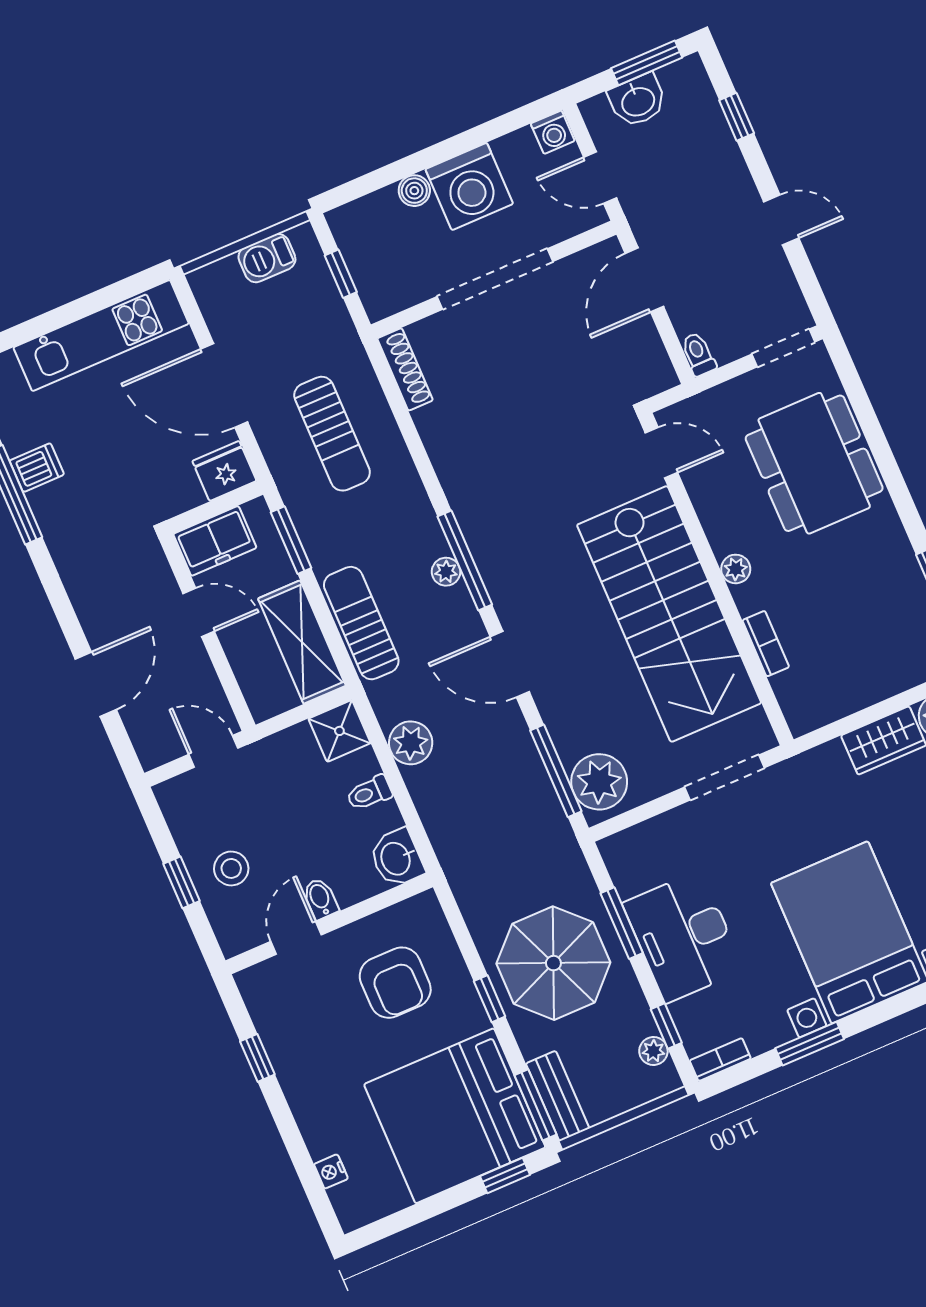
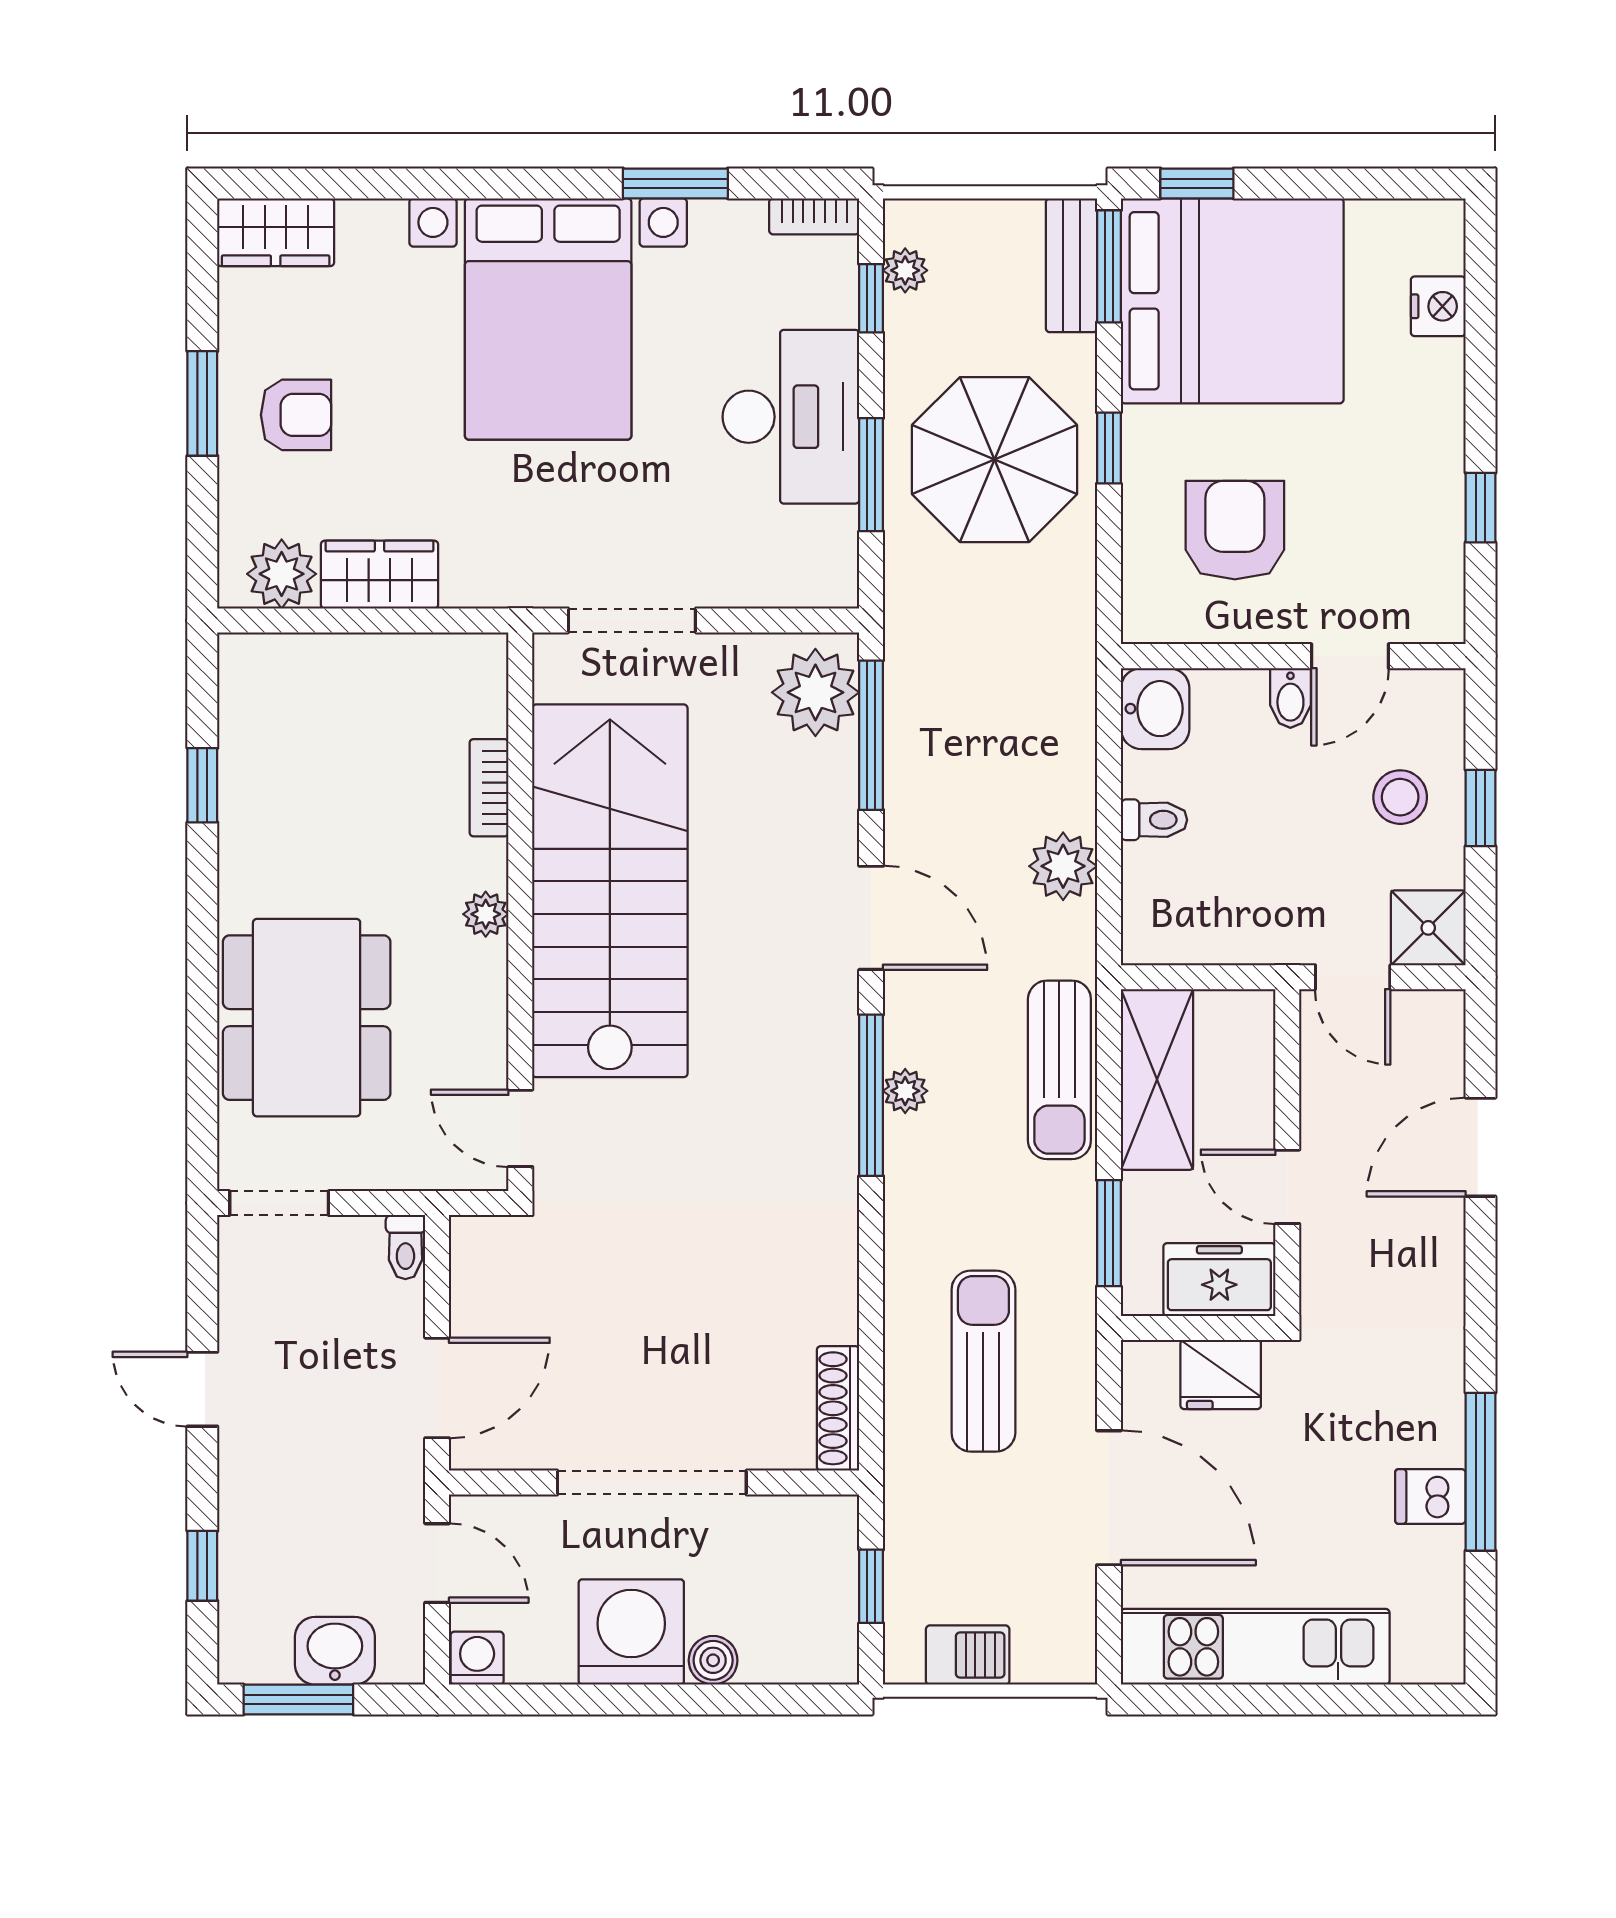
fridge: (224, 471) -> (1221, 1374), moved
shower: (339, 731) -> (1428, 928), moved
nightstand: (331, 1171) -> (1438, 306), width x1.39, depth x1.35

